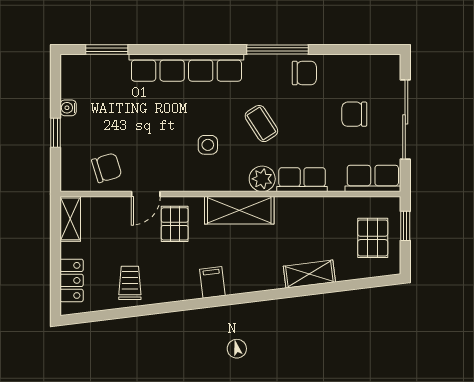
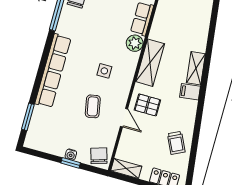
water cooler: (68, 108) -> (71, 155), moved
coffee table: (261, 124) -> (93, 106), moved, turned -68
chair: (107, 168) -> (99, 156), moved
shelving: (309, 274) -> (196, 68), moved
trolley: (130, 283) -> (176, 143), turned -116

